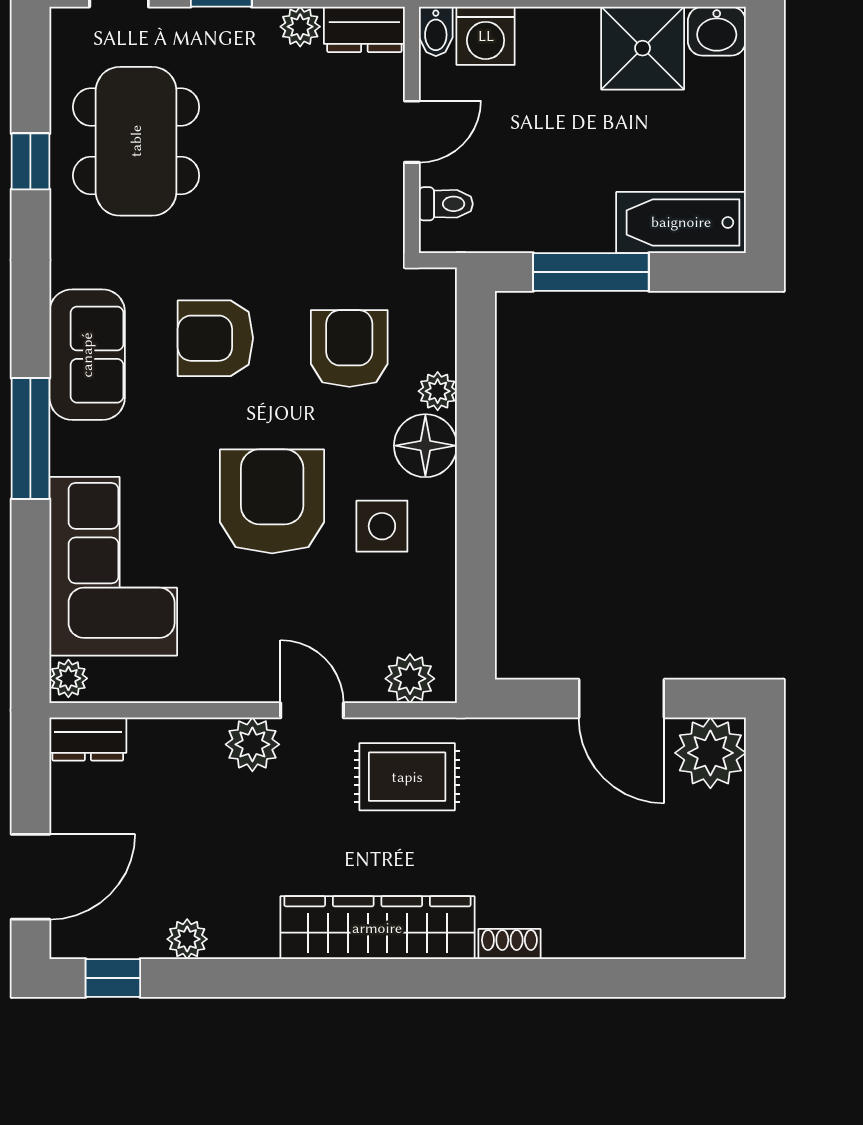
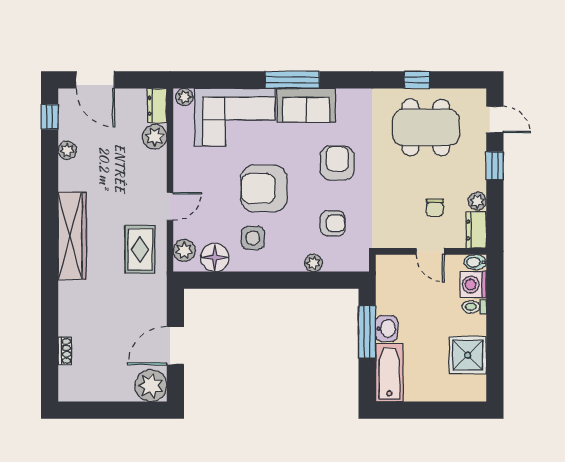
washbasin: (717, 31) -> (387, 329), moved, turned 180
chair: (315, 121) -> (435, 208), added
toilet: (446, 204) -> (474, 307), moved, turned 90
armchair: (349, 349) -> (333, 223), width x0.72, depth x0.72
sofa: (87, 355) -> (306, 105), moved
floor lamp: (425, 446) -> (215, 257), moved
armchair: (272, 501) -> (264, 188), turned 180
plant: (252, 744) -> (155, 137), moved
shoe rack: (509, 944) -> (65, 351), moved

